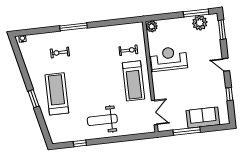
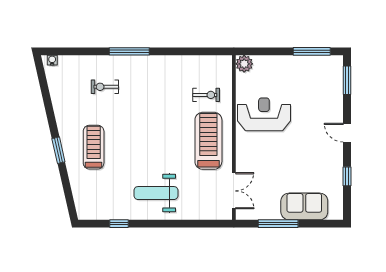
plant: (200, 23) -> (316, 66), removed
treadmill: (133, 81) -> (208, 141), turned 180
treadmill: (57, 94) -> (94, 147), width x0.73, depth x0.73

